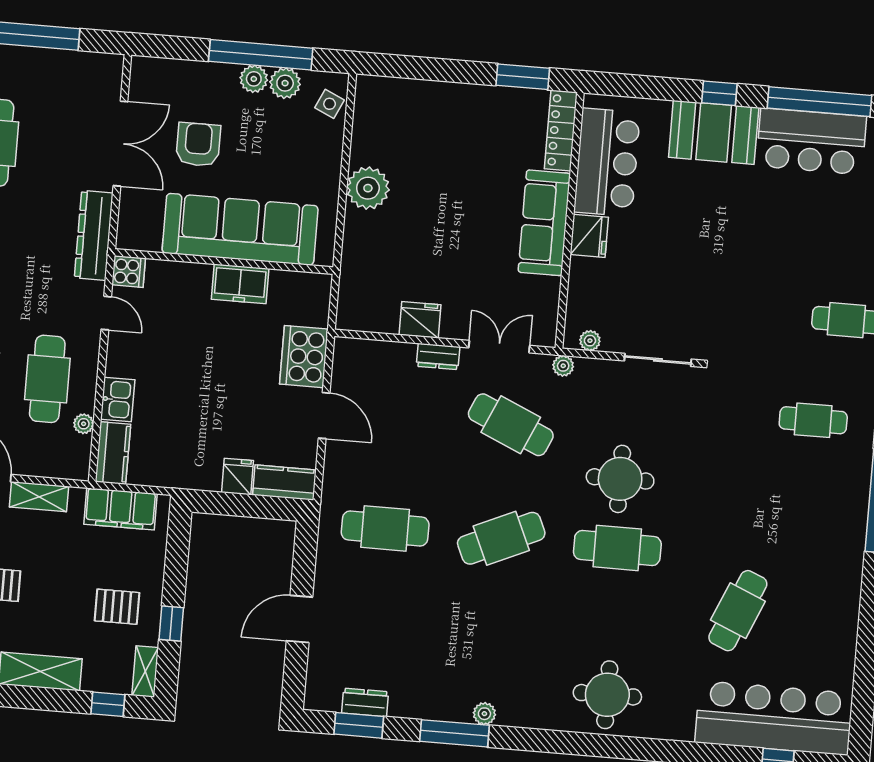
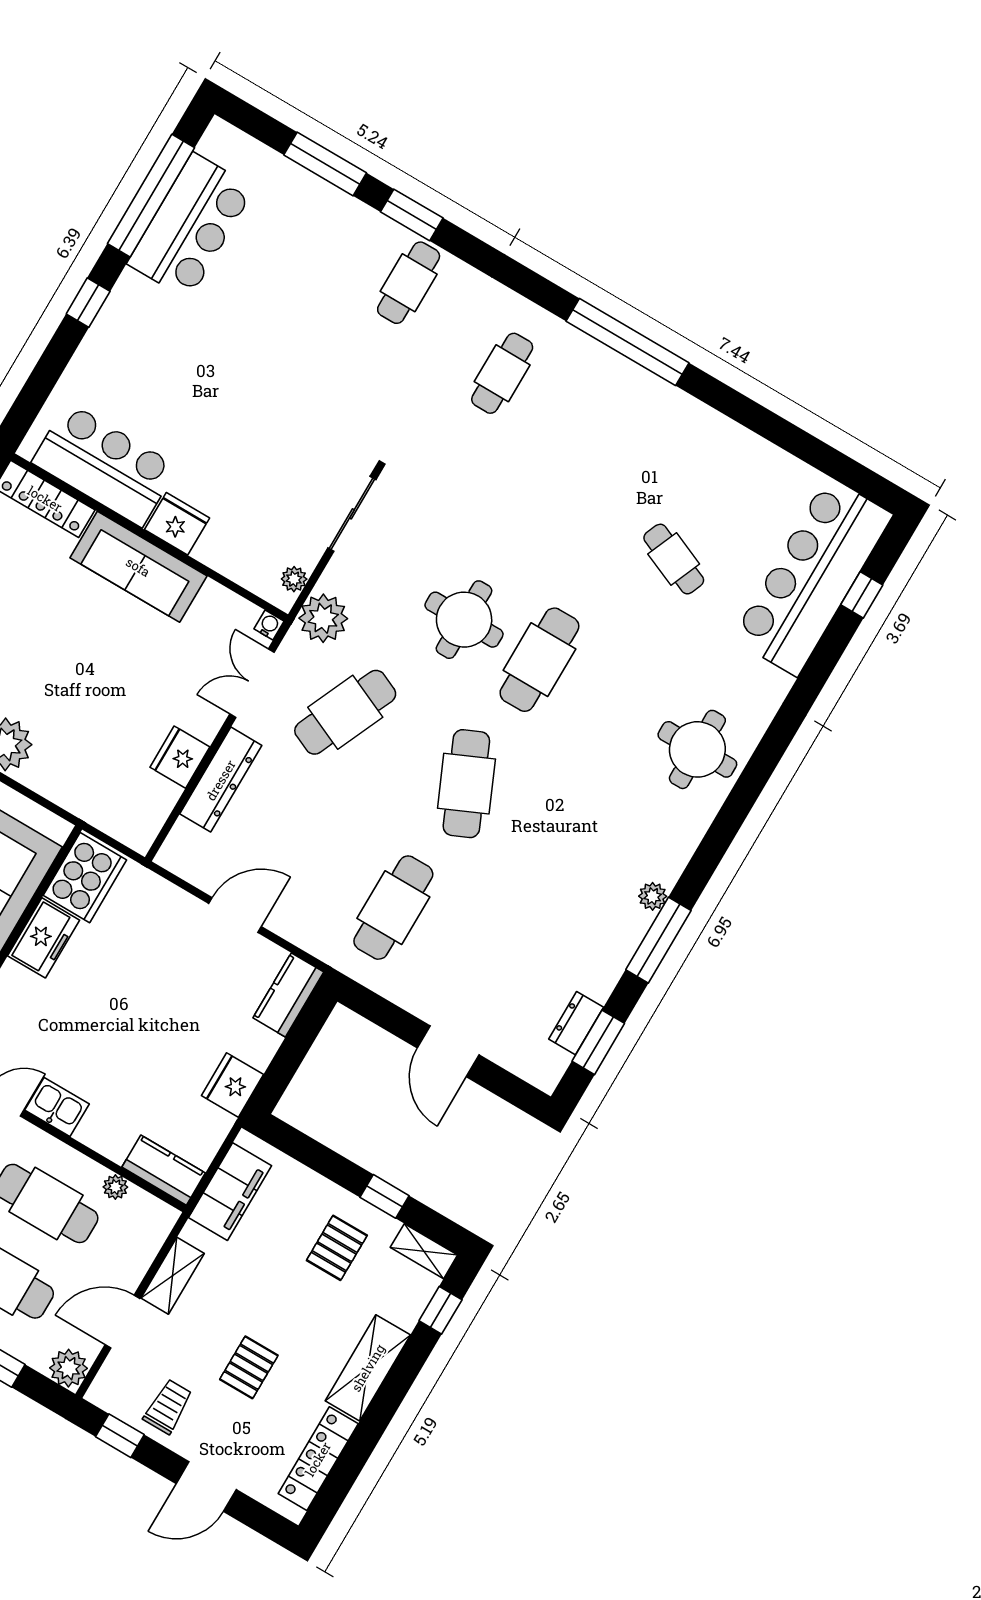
booth: (714, 132) -> (129, 330), removed
water cooler: (548, 339) -> (269, 625), added
dresser: (438, 356) -> (221, 780), width x1.96, depth x1.24
cooker: (304, 357) -> (85, 878), moved, turned -90
plant: (563, 366) -> (323, 618), width x1.88, depth x1.88
kitchen sink: (118, 400) -> (57, 1107), moved
fridge: (237, 477) -> (232, 1085), moved, width x1.38
cafe table: (738, 611) -> (674, 559), width x0.73, depth x0.74

